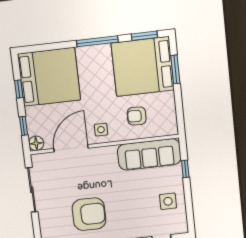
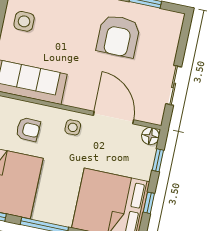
door: (71, 148) -> (113, 118), swing flipped
sliding door: (32, 190) -> (174, 85), width x0.73
armchair: (89, 214) -> (118, 36), turned -90

